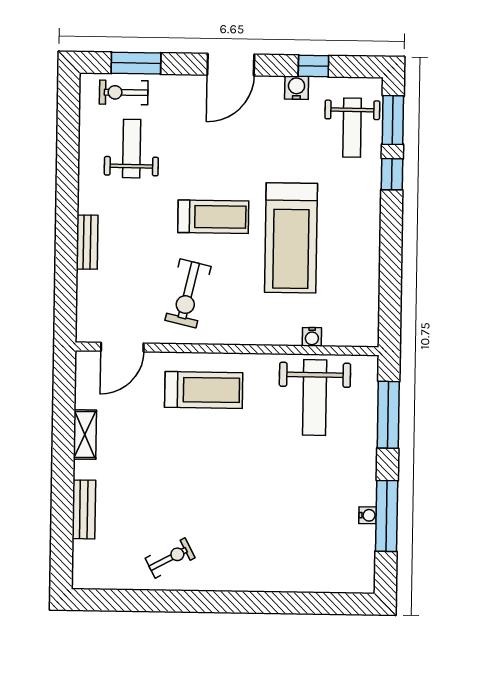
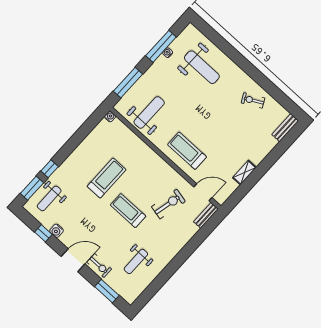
exercise bike: (124, 92) -> (99, 266), moved
weight bench: (352, 128) -> (49, 198), turned 180
treadmill: (291, 238) -> (107, 178), width x0.73, depth x0.73
bench: (87, 242) -> (206, 215), moved
exercise bike: (188, 293) -> (168, 204), moved
water cooler: (312, 337) -> (110, 117), moved
bench: (84, 509) -> (285, 128), moved
weight bench: (295, 540) -> (202, 67), added

